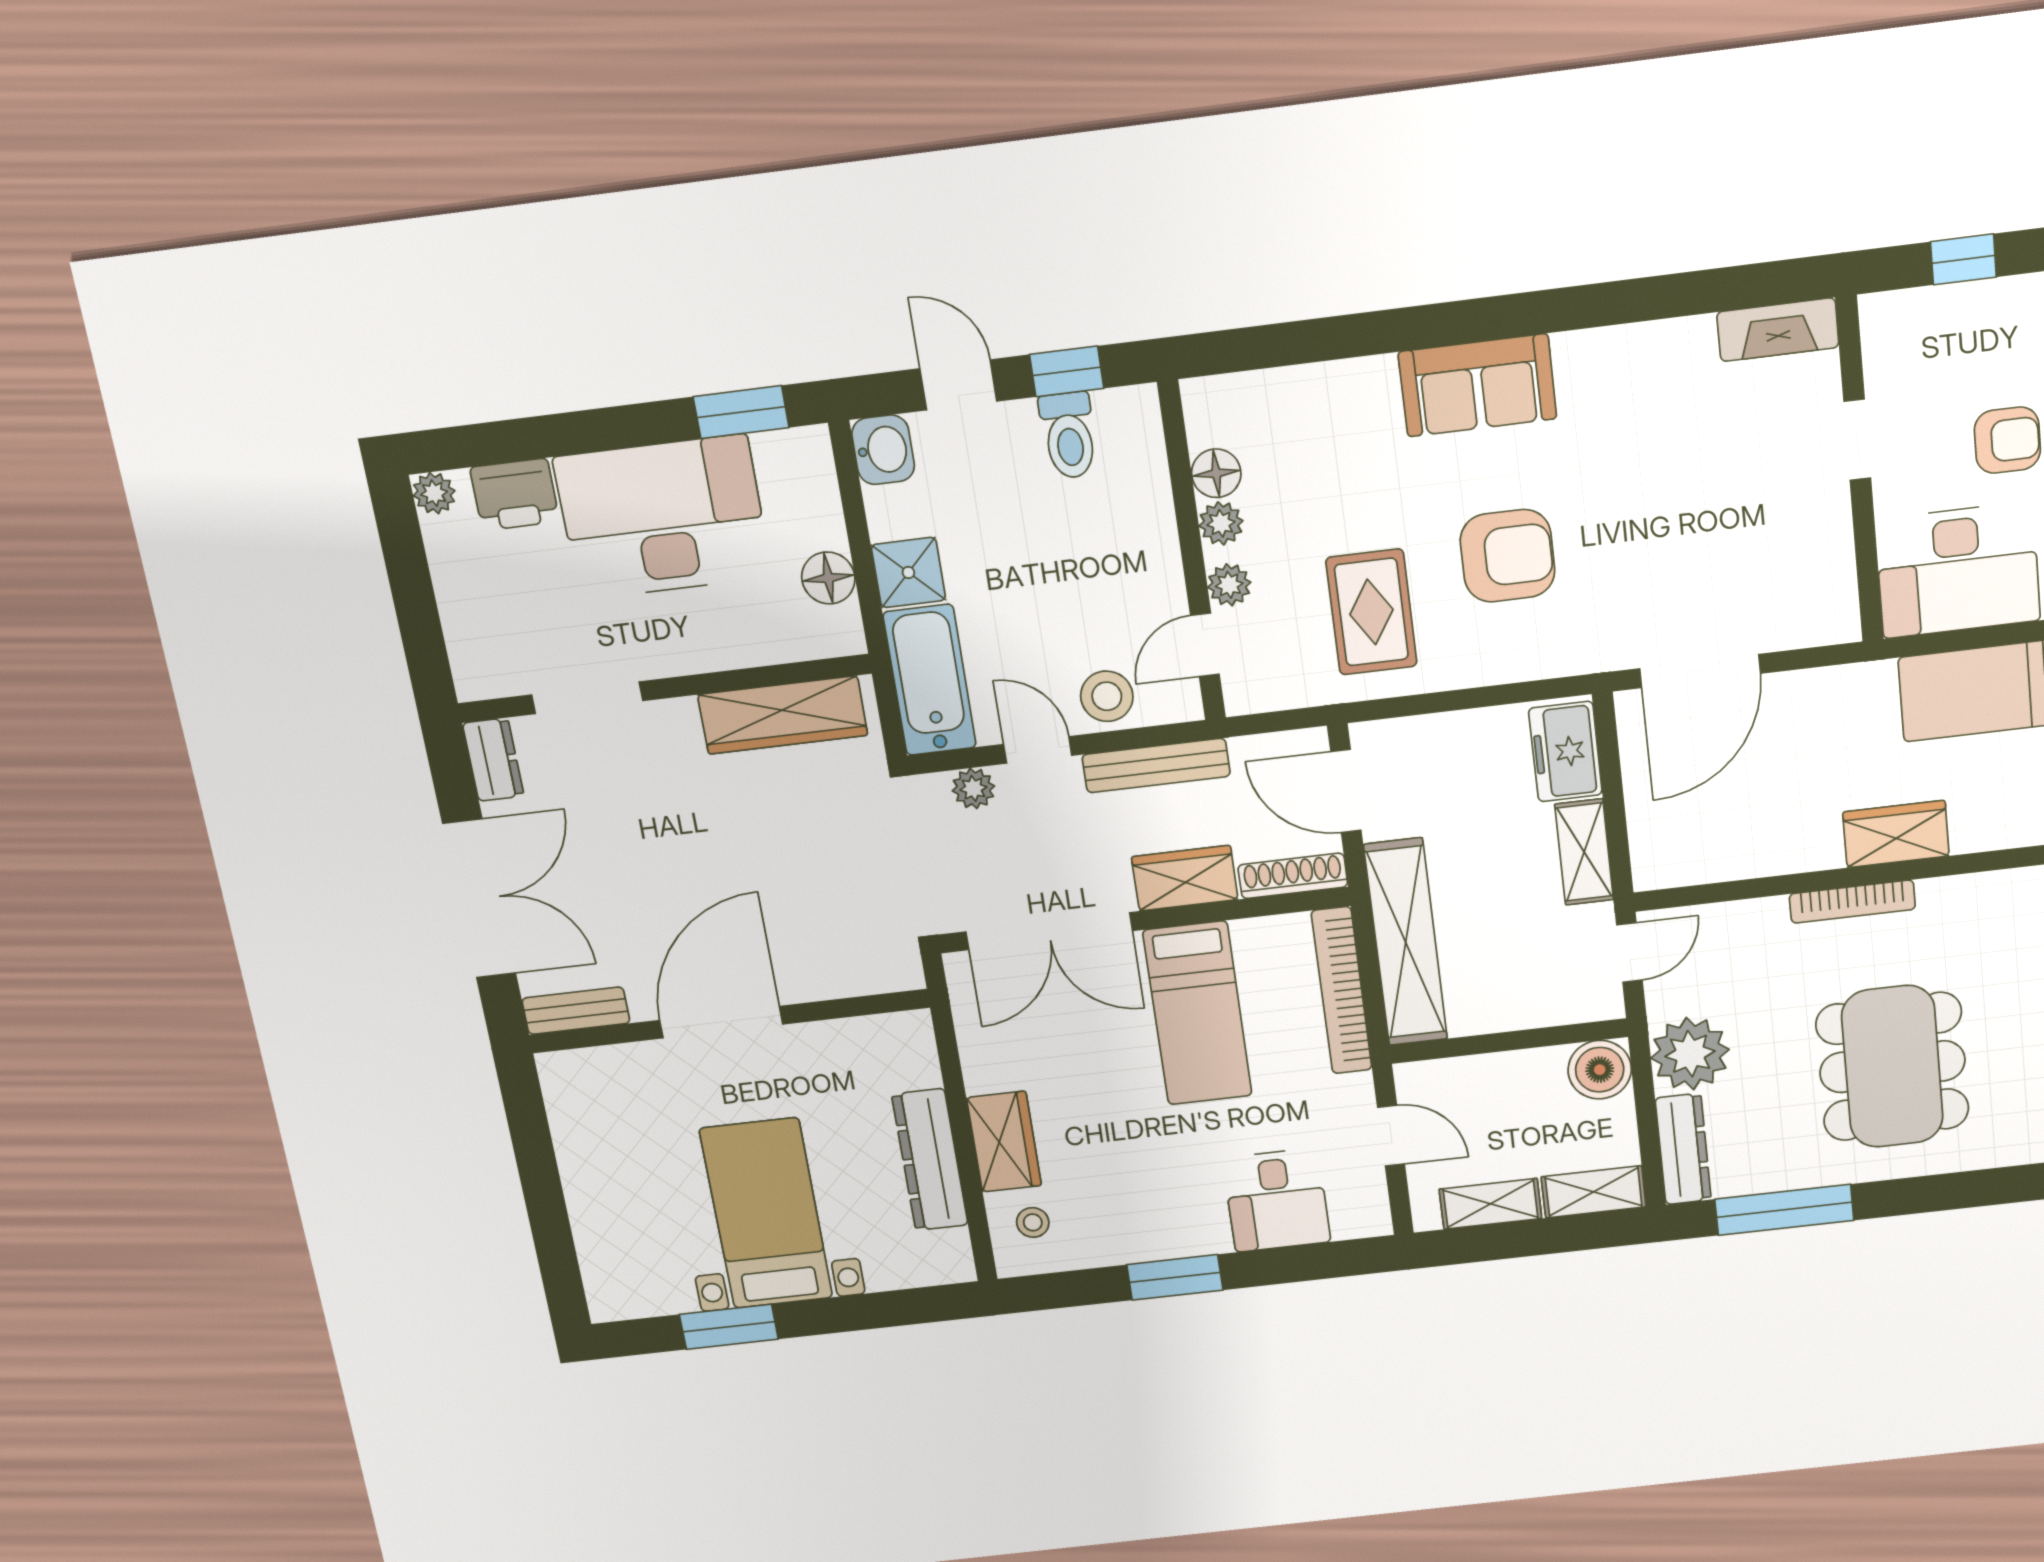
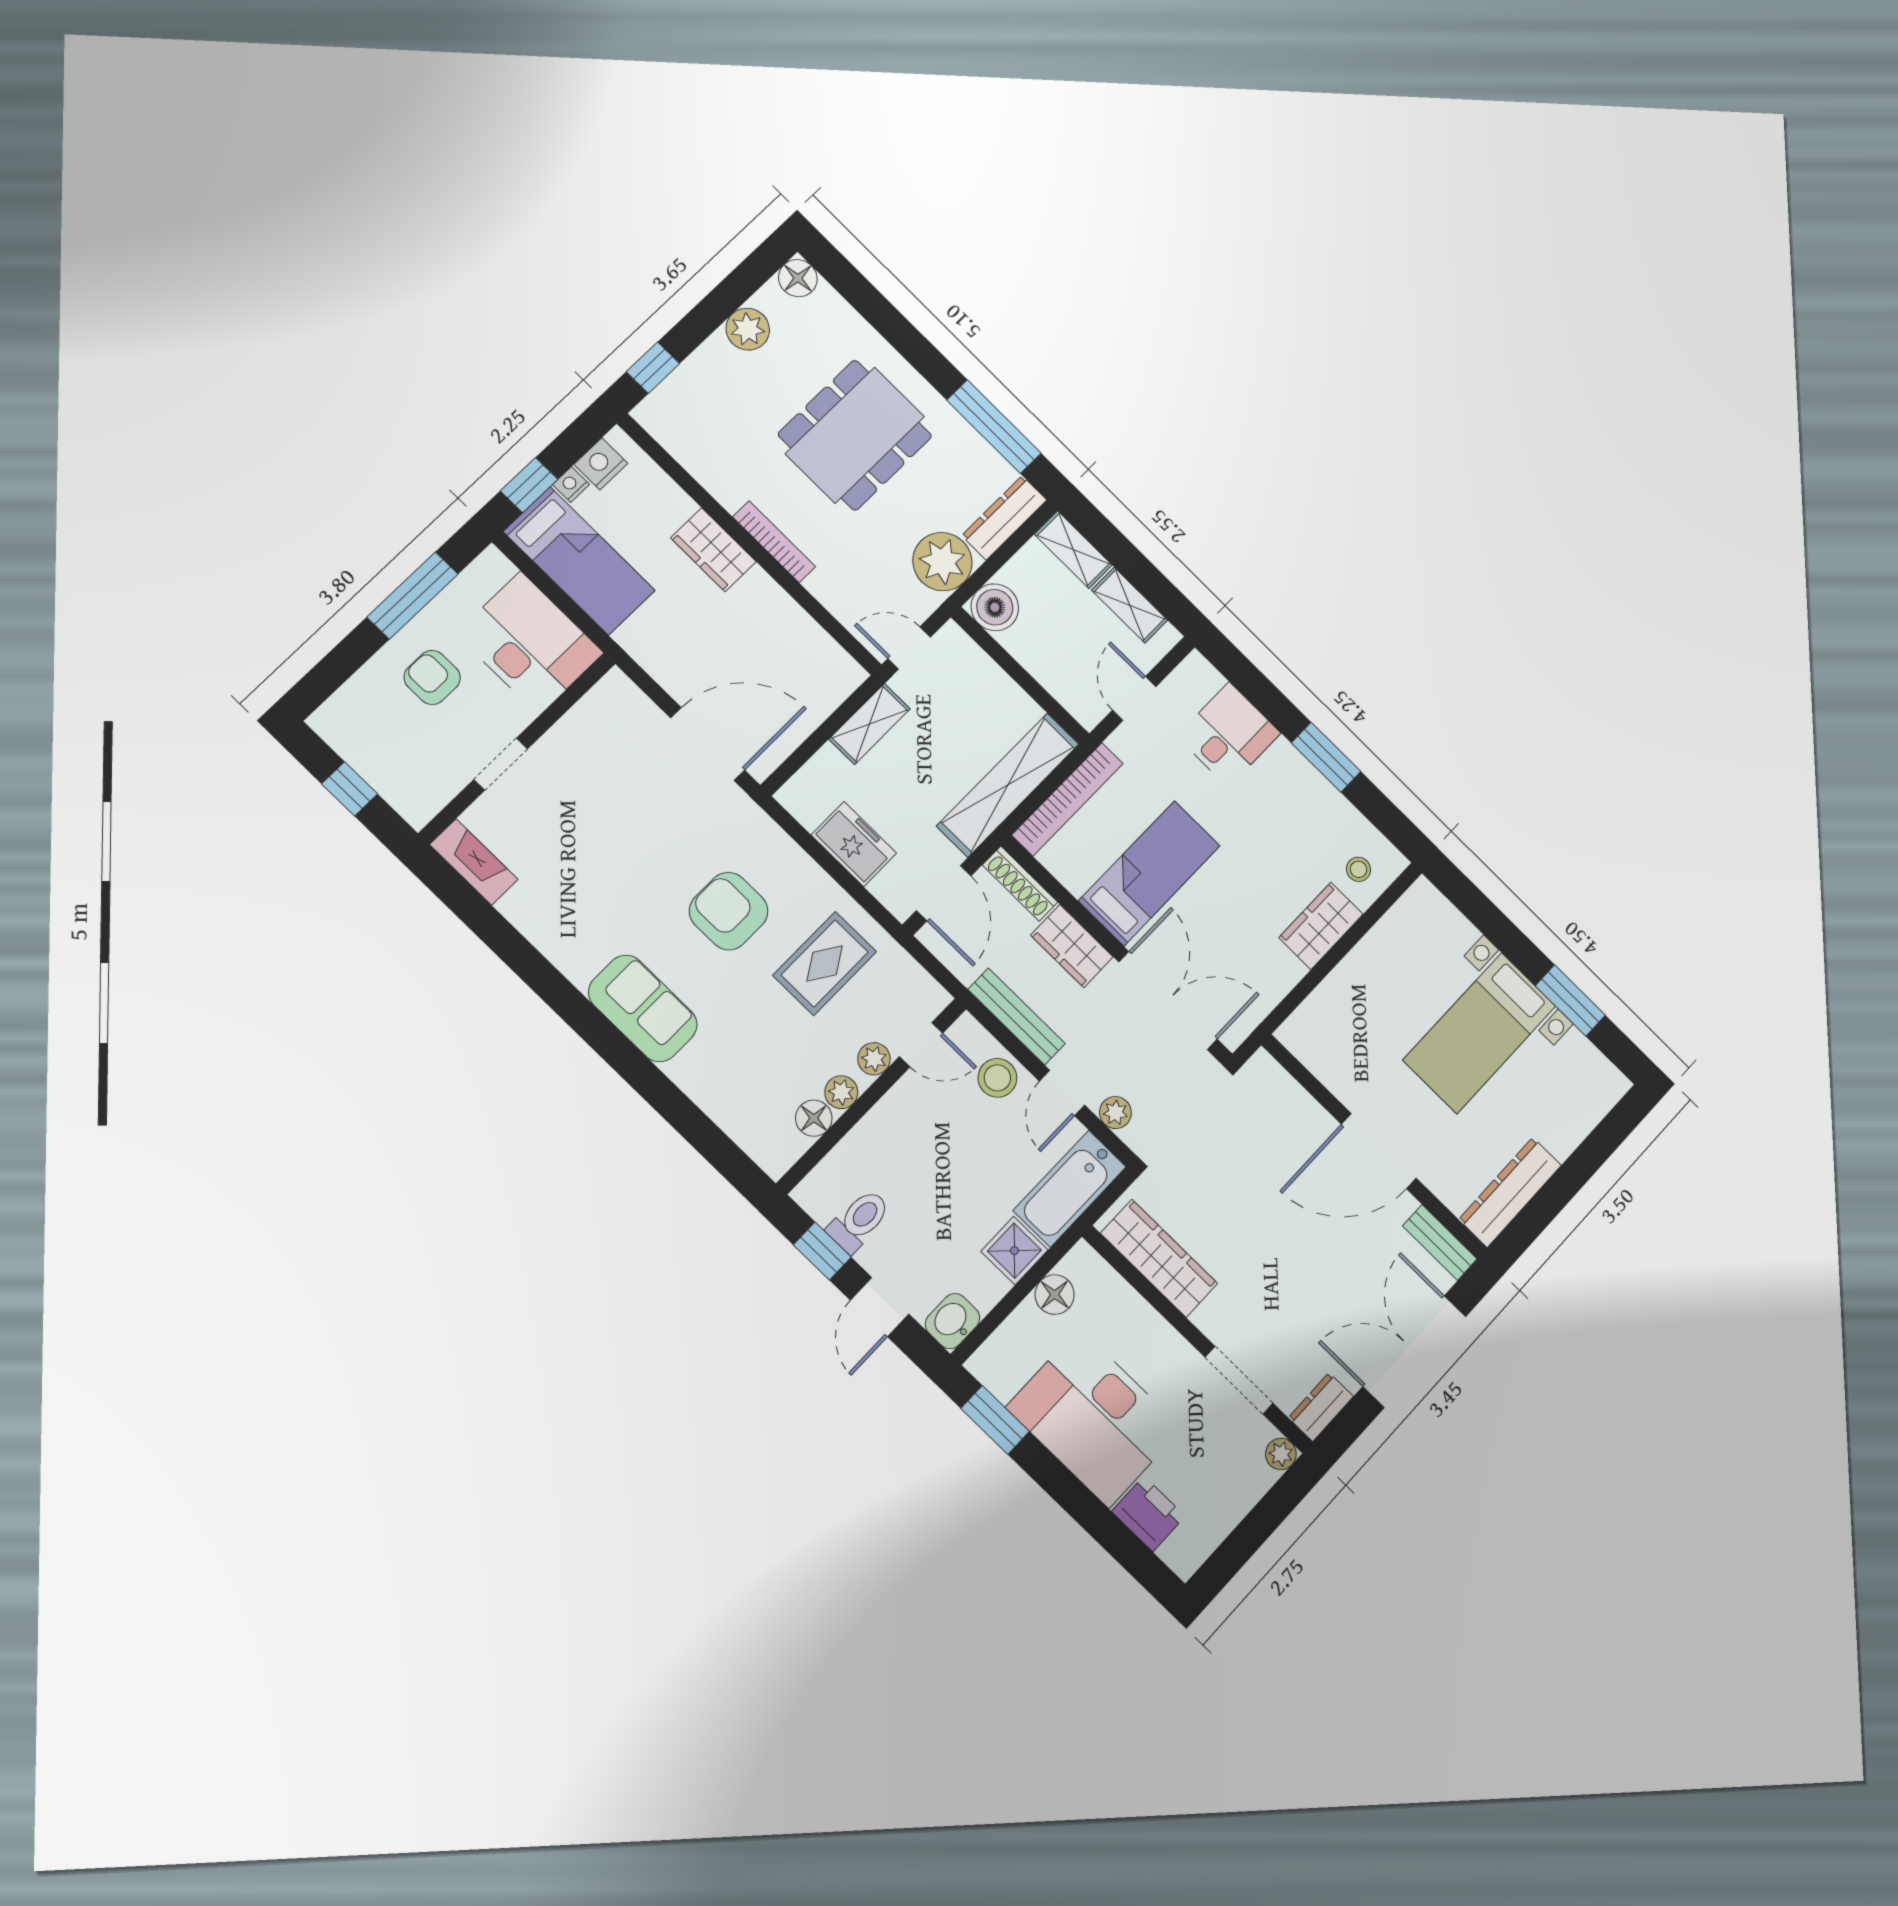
plant: (434, 493) -> (1281, 1454), moved
freezer: (1565, 752) -> (854, 844), moved, turned -90
dresser: (930, 1160) -> (1510, 1192), moved, turned 180

